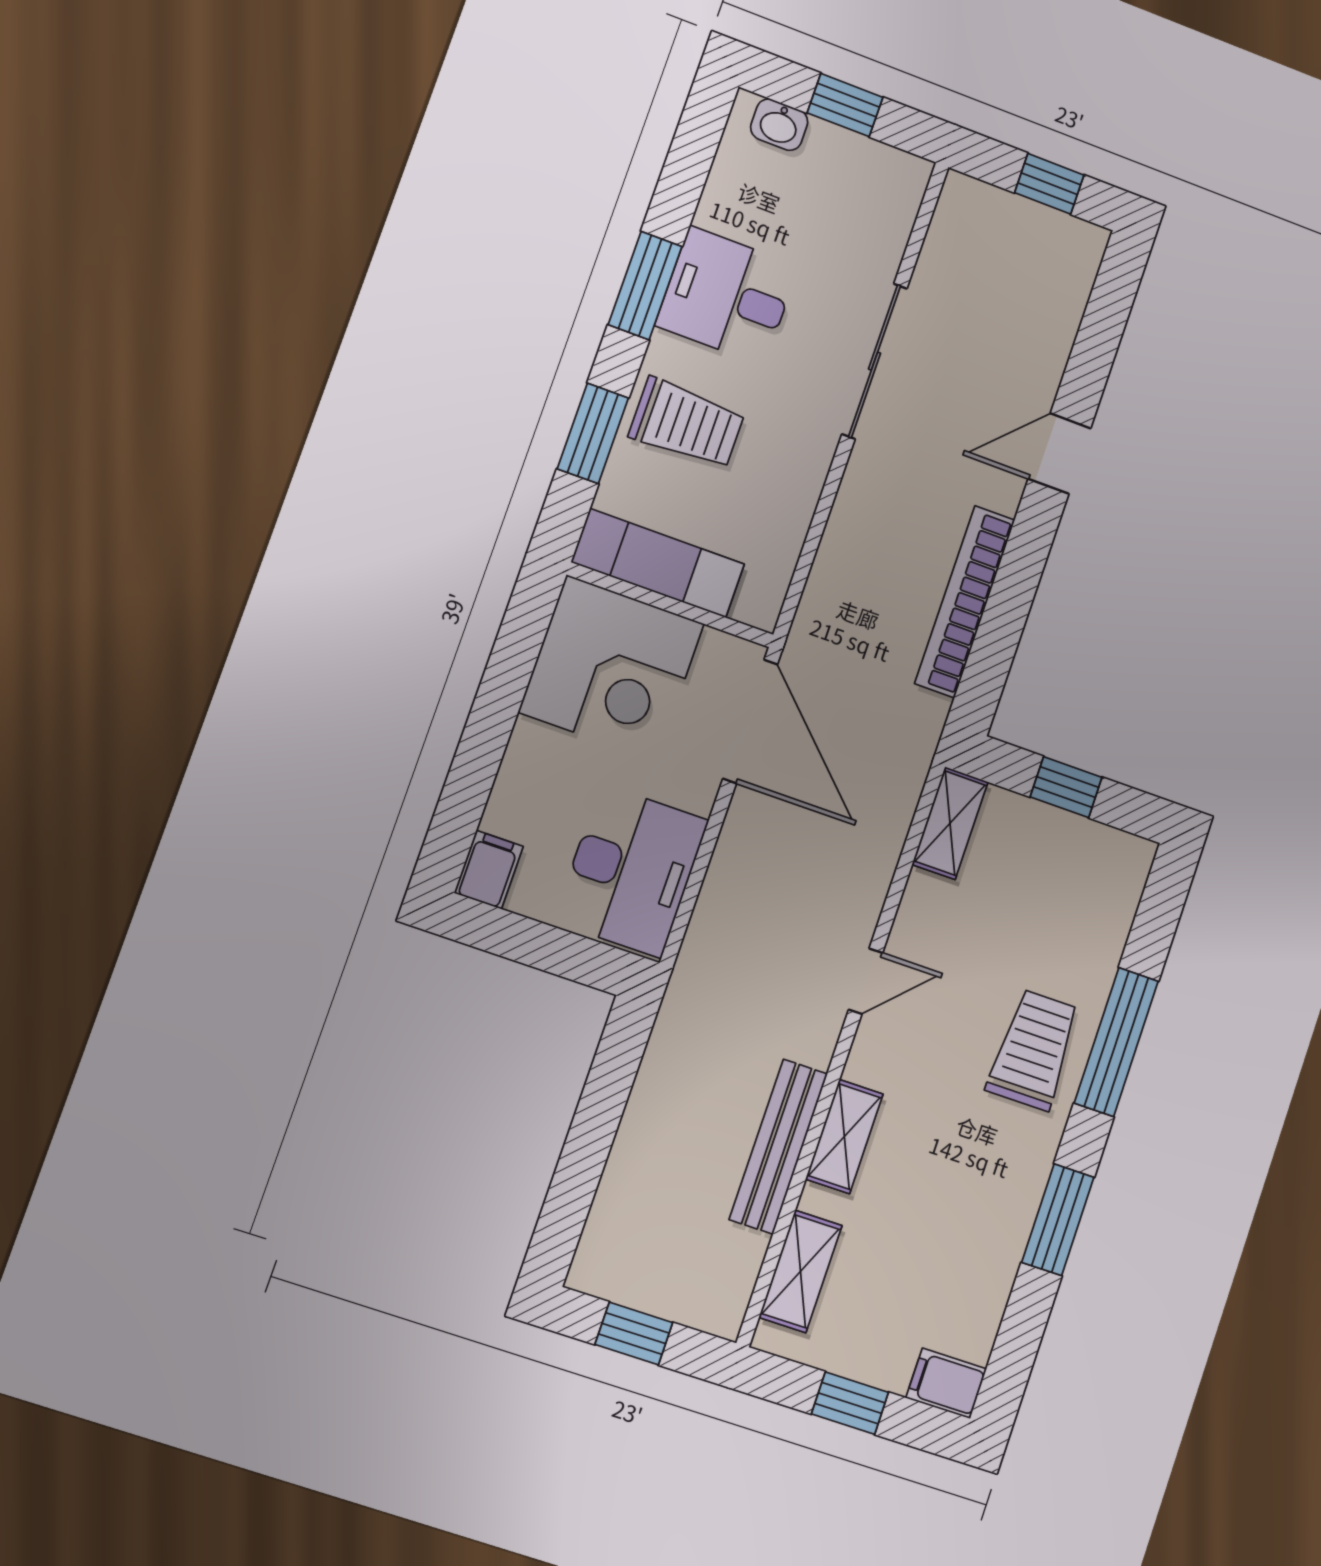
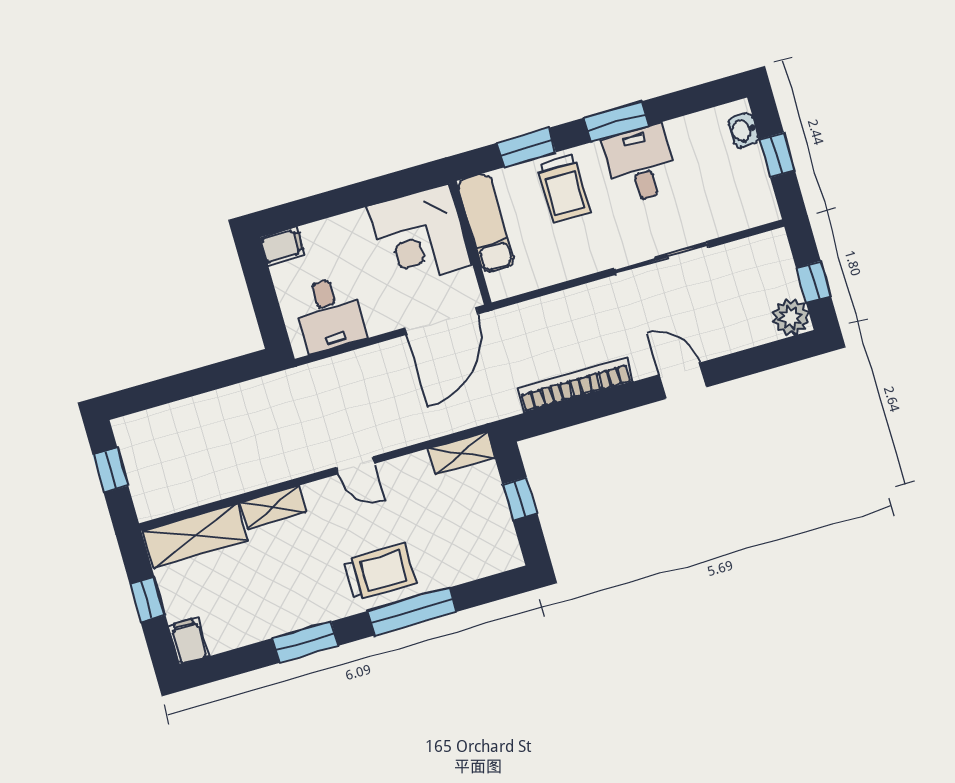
plant: (1075, 248) -> (791, 317), added
desk: (631, 871) -> (329, 314), width x0.73
bench: (778, 1147) -> (246, 478), removed
shelving: (800, 1271) -> (196, 536), width x1.50, depth x1.33

